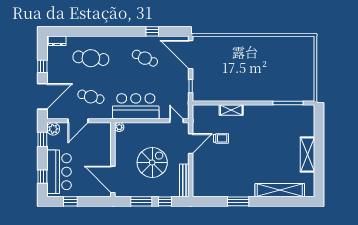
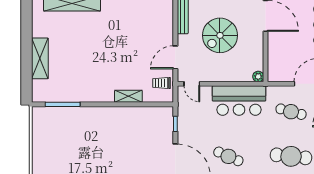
trolley: (221, 138) -> (162, 83), moved
shelving: (307, 155) -> (40, 58), moved

